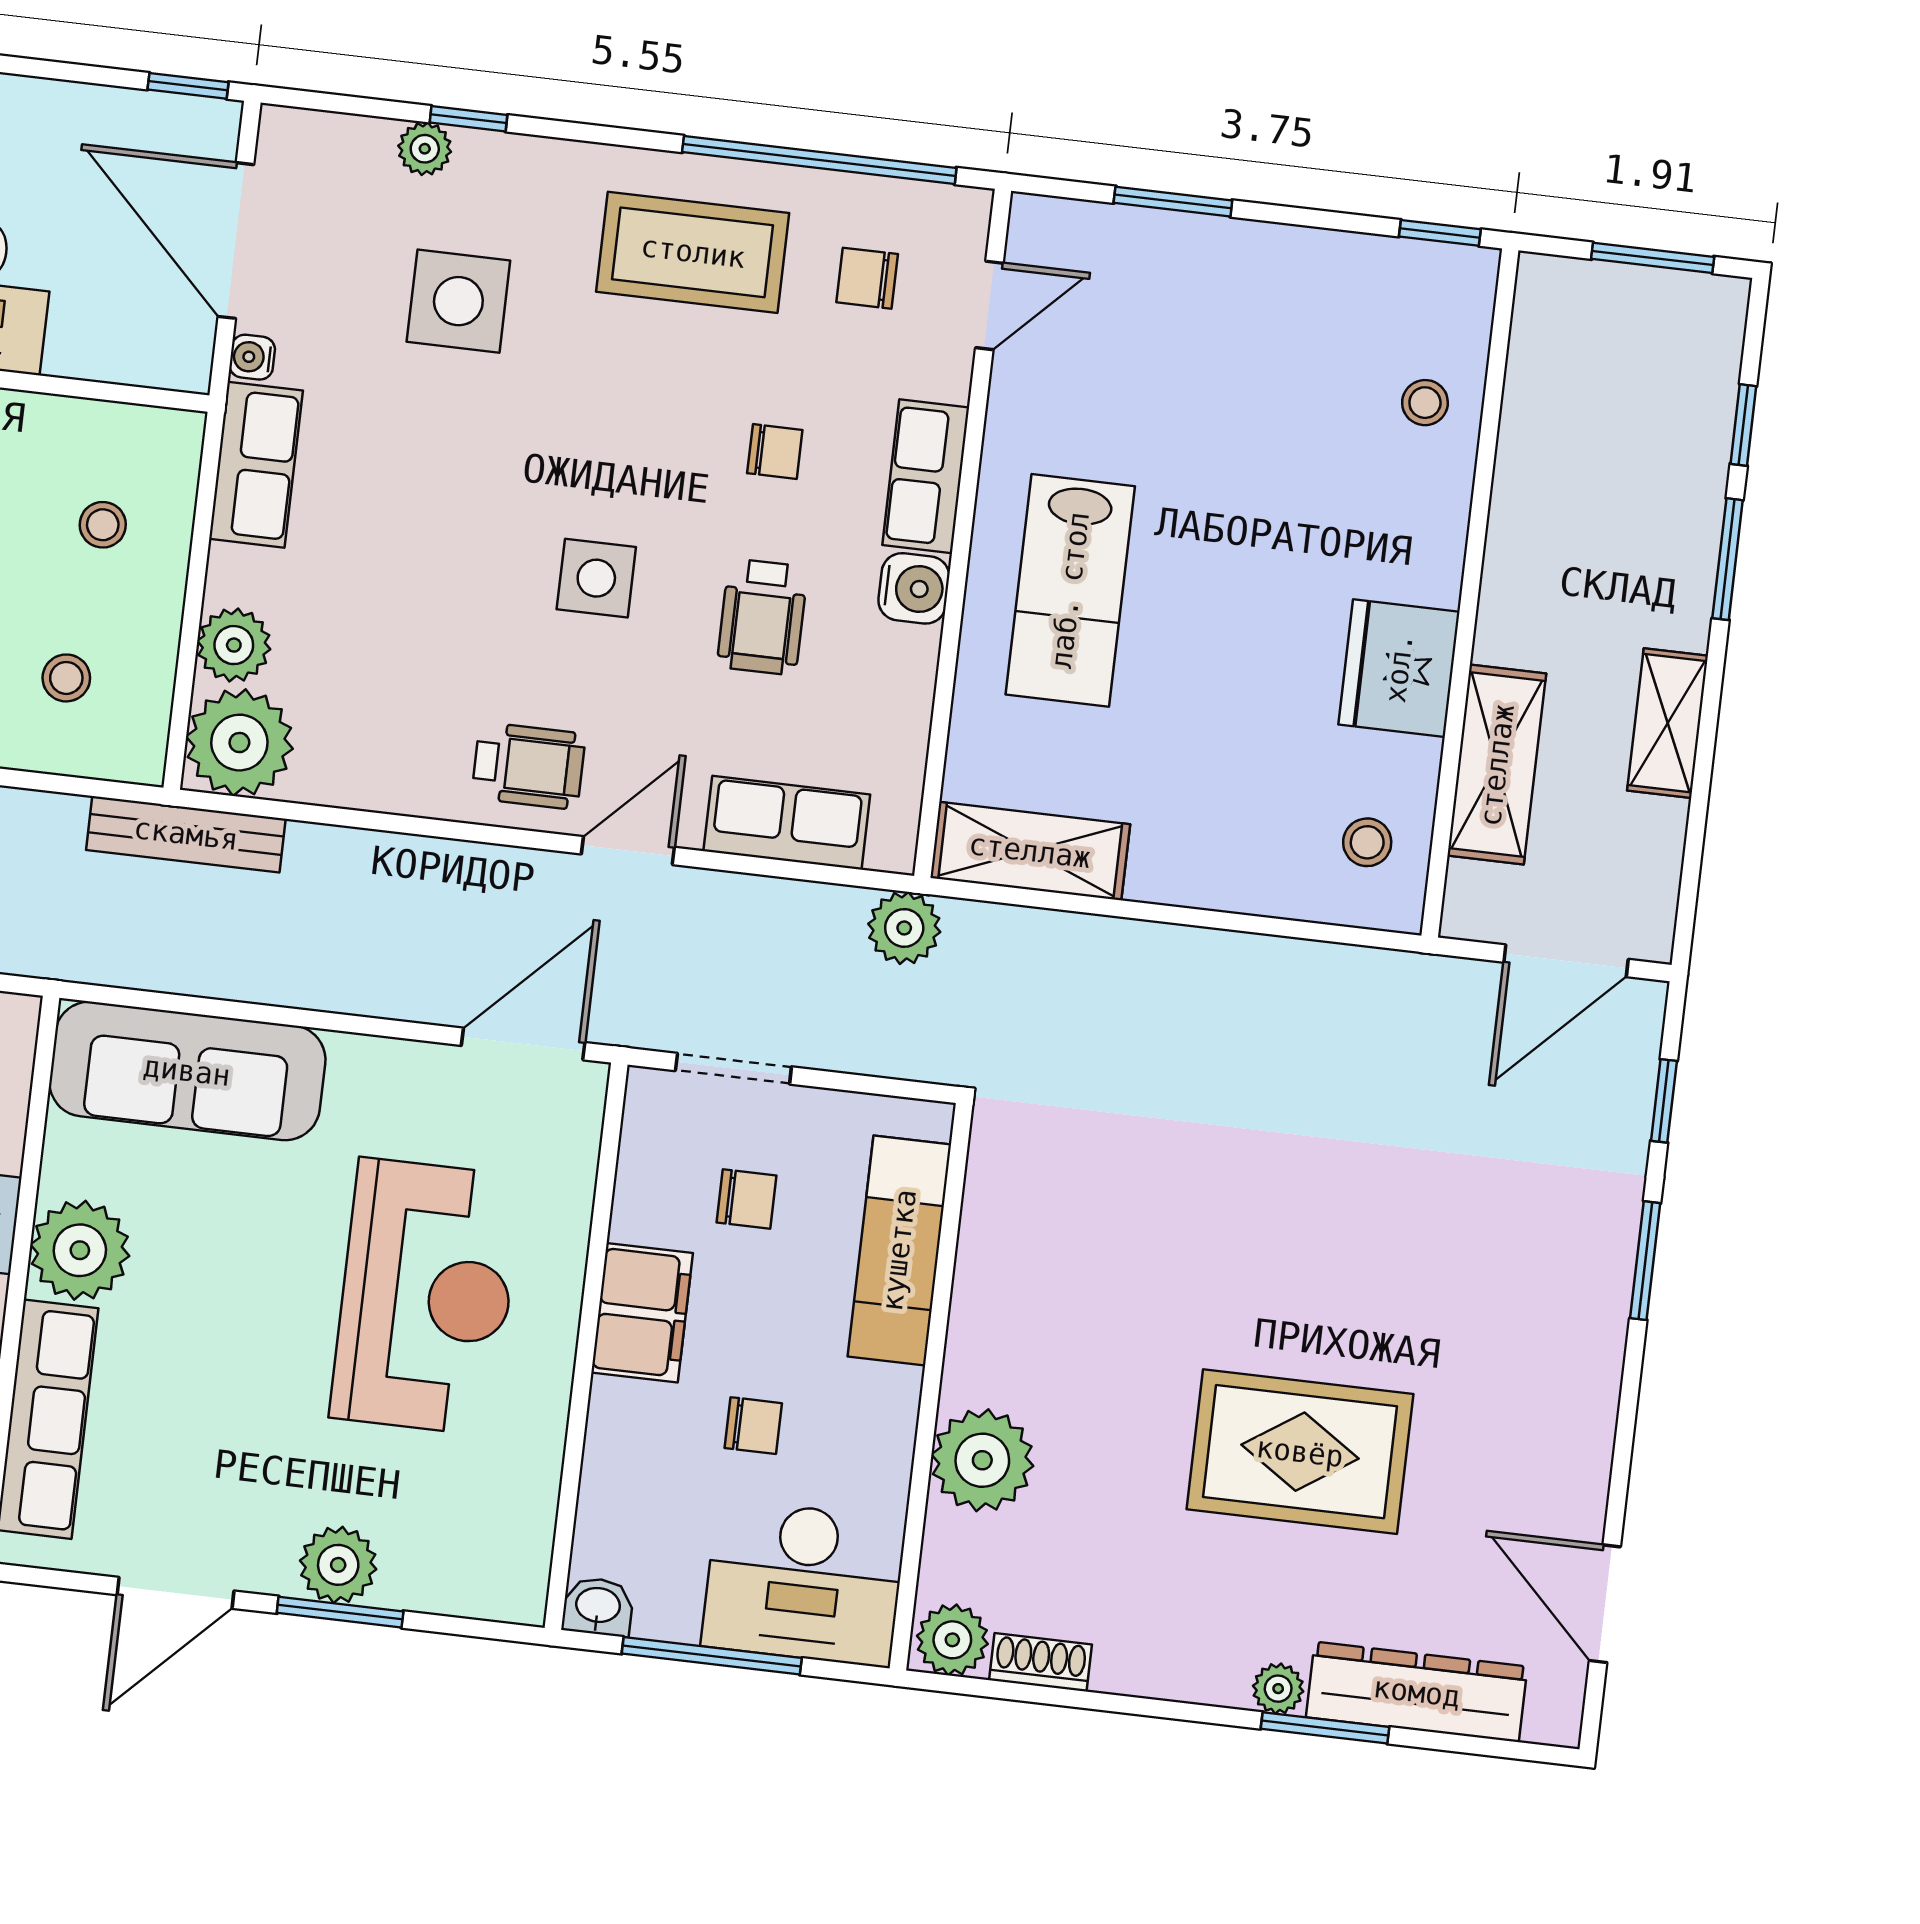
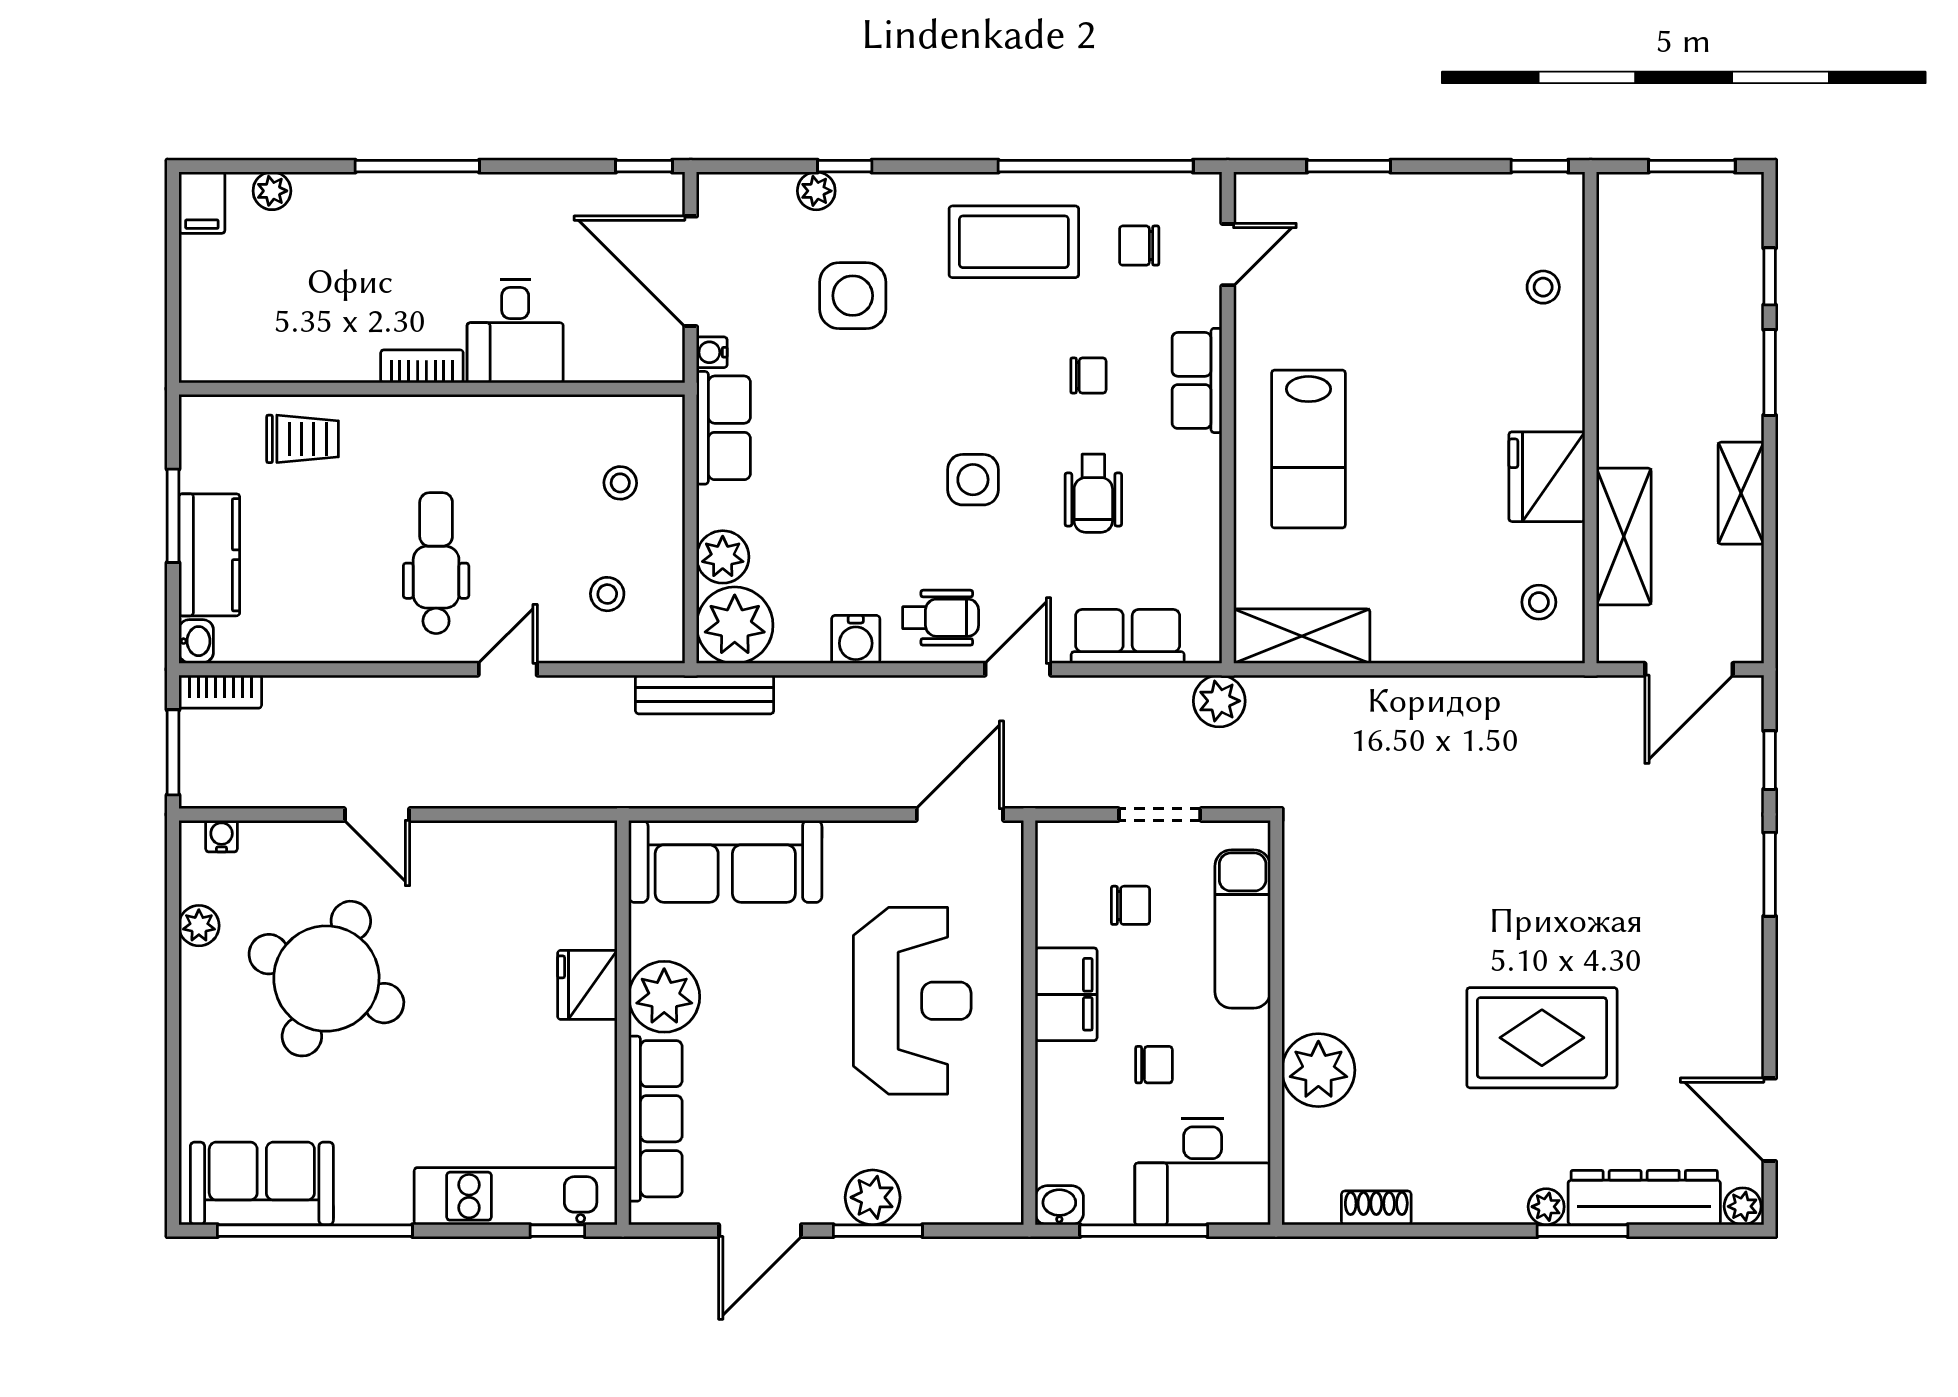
water cooler: (914, 588) -> (856, 639), moved, turned 90
doorway: (733, 1069) -> (1160, 814), moved
plant: (952, 1640) -> (1743, 1206), moved, width x0.73, depth x0.73

